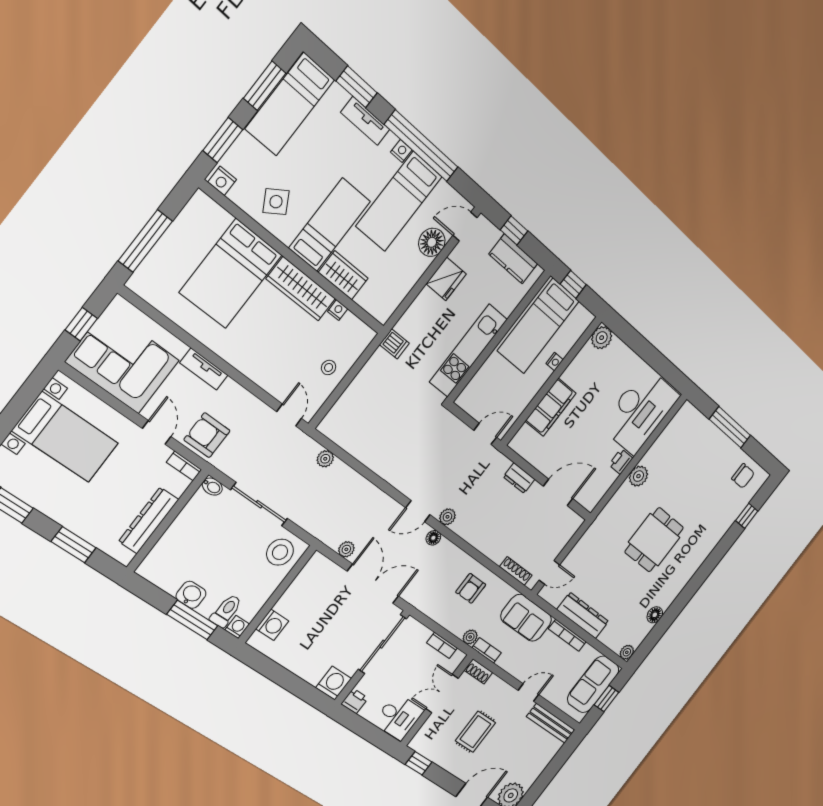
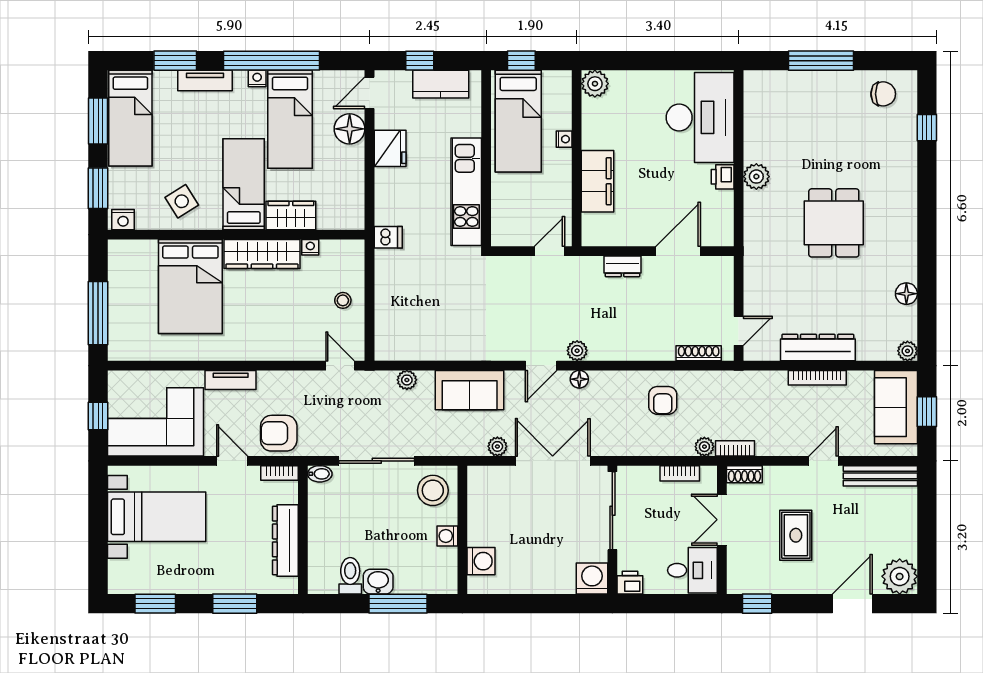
toilet: (226, 611) -> (350, 576), moved
sofa: (526, 618) -> (470, 390), moved
washing machine: (237, 627) -> (447, 536), moved, turned -90

